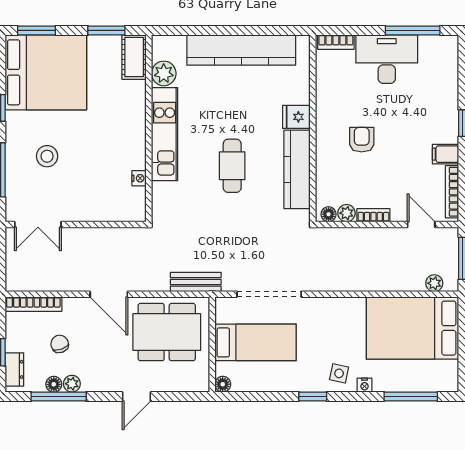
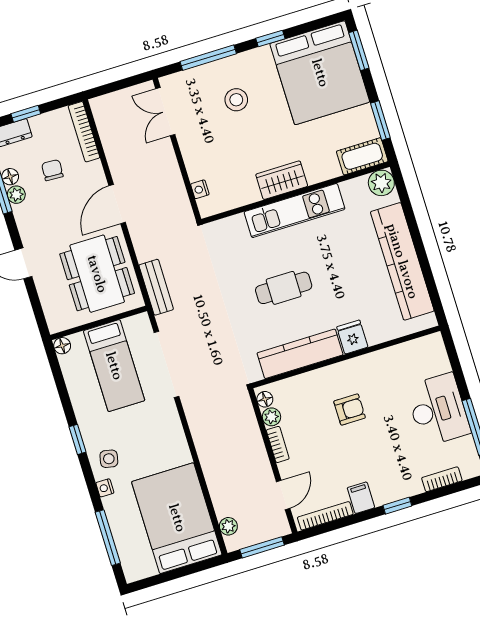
bookcase: (336, 42) -> (442, 479), moved, turned 90
plant: (164, 73) -> (381, 183), moved
wardrobe: (133, 137) -> (282, 180), added
nightstand: (139, 178) -> (200, 189), moved, turned 90
chair: (60, 344) -> (52, 170), turned -67

